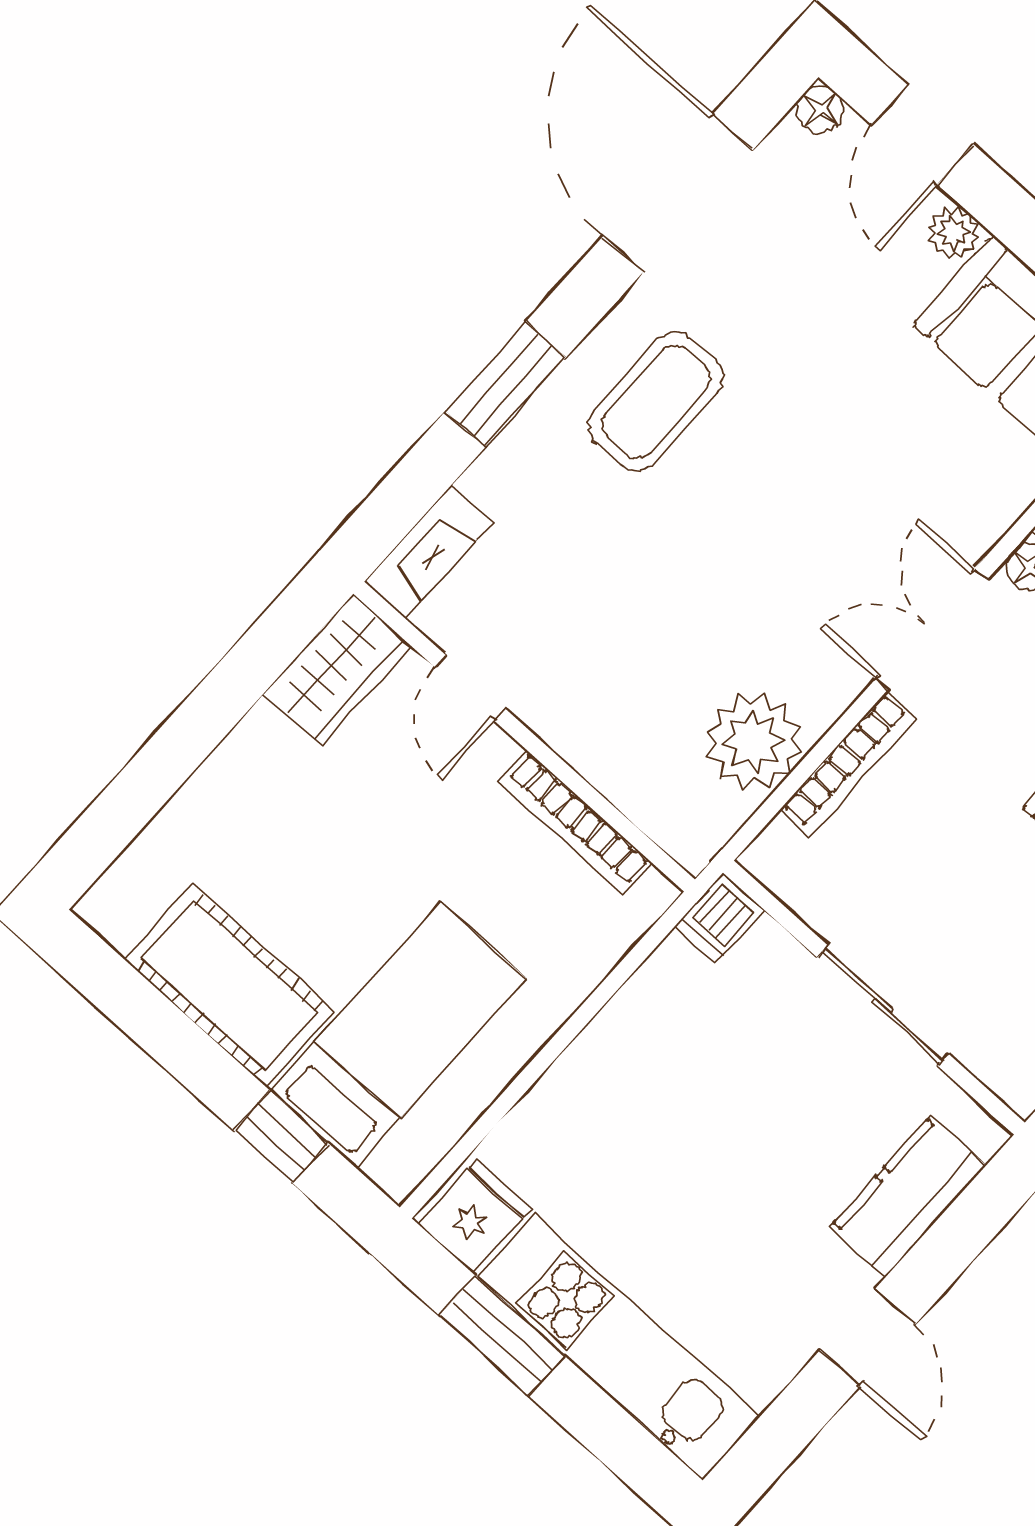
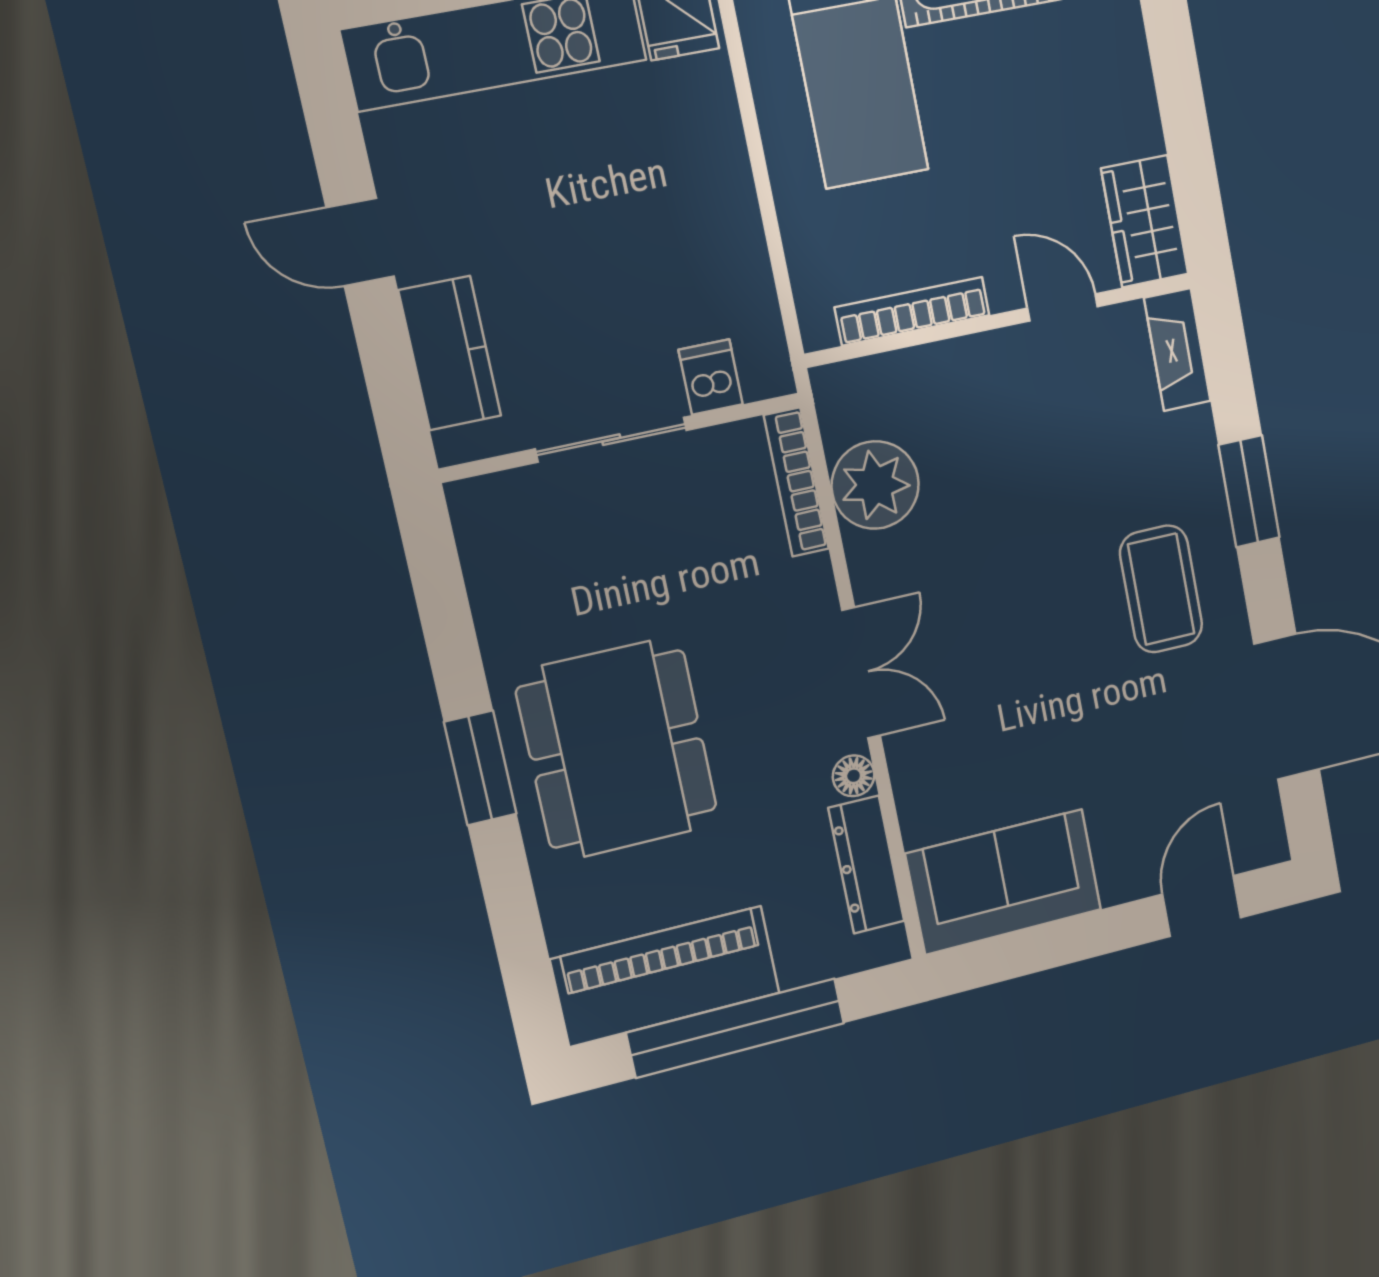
floor lamp: (820, 110) -> (1269, 846), removed
door: (923, 135) -> (1202, 906), hinge flipped
plant: (953, 233) -> (1122, 882), removed
bookcase: (848, 764) -> (796, 482), moved
dishwasher: (720, 918) -> (711, 377), moved

